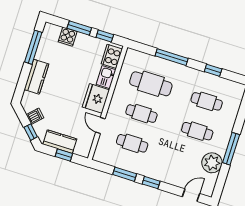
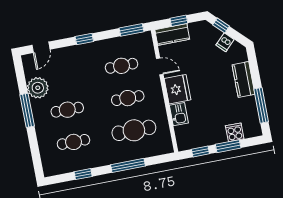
cooker: (112, 56) -> (184, 136), removed
kitchen counter: (60, 142) -> (172, 34), moved
window: (125, 174) -> (132, 30), moved

